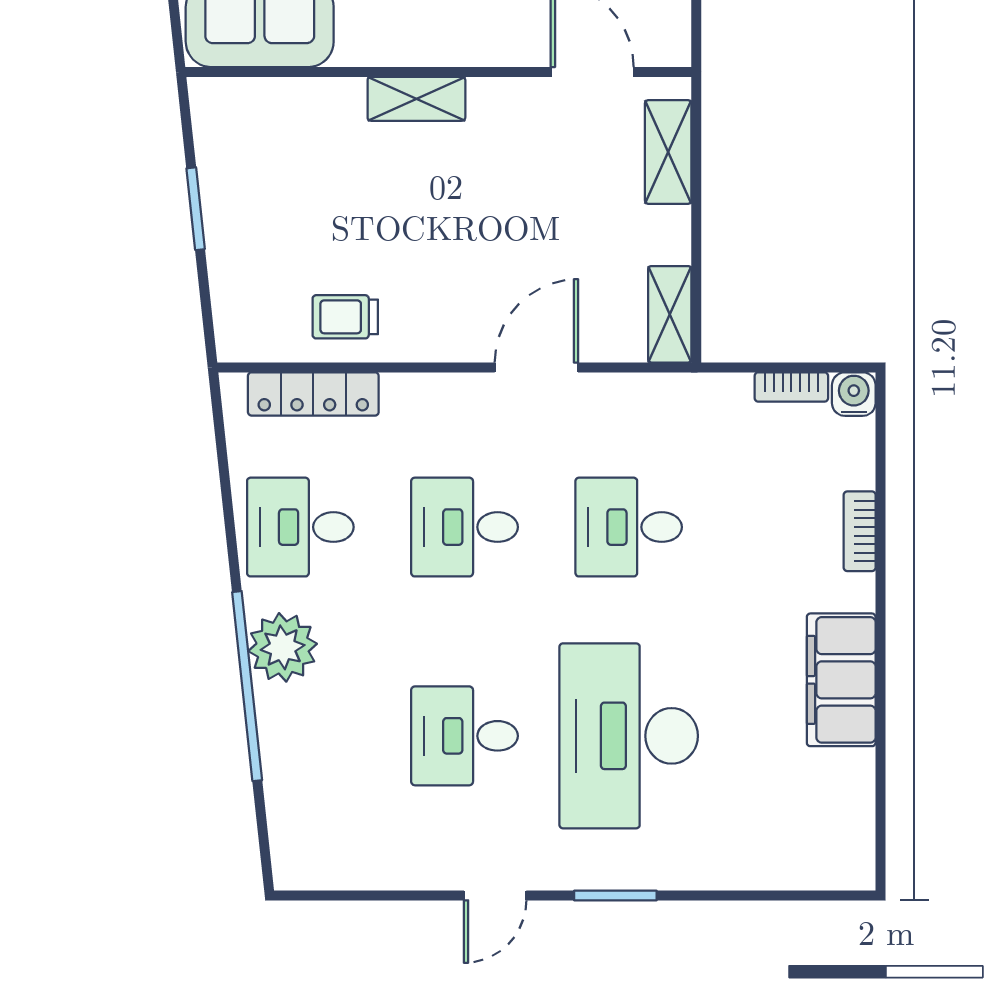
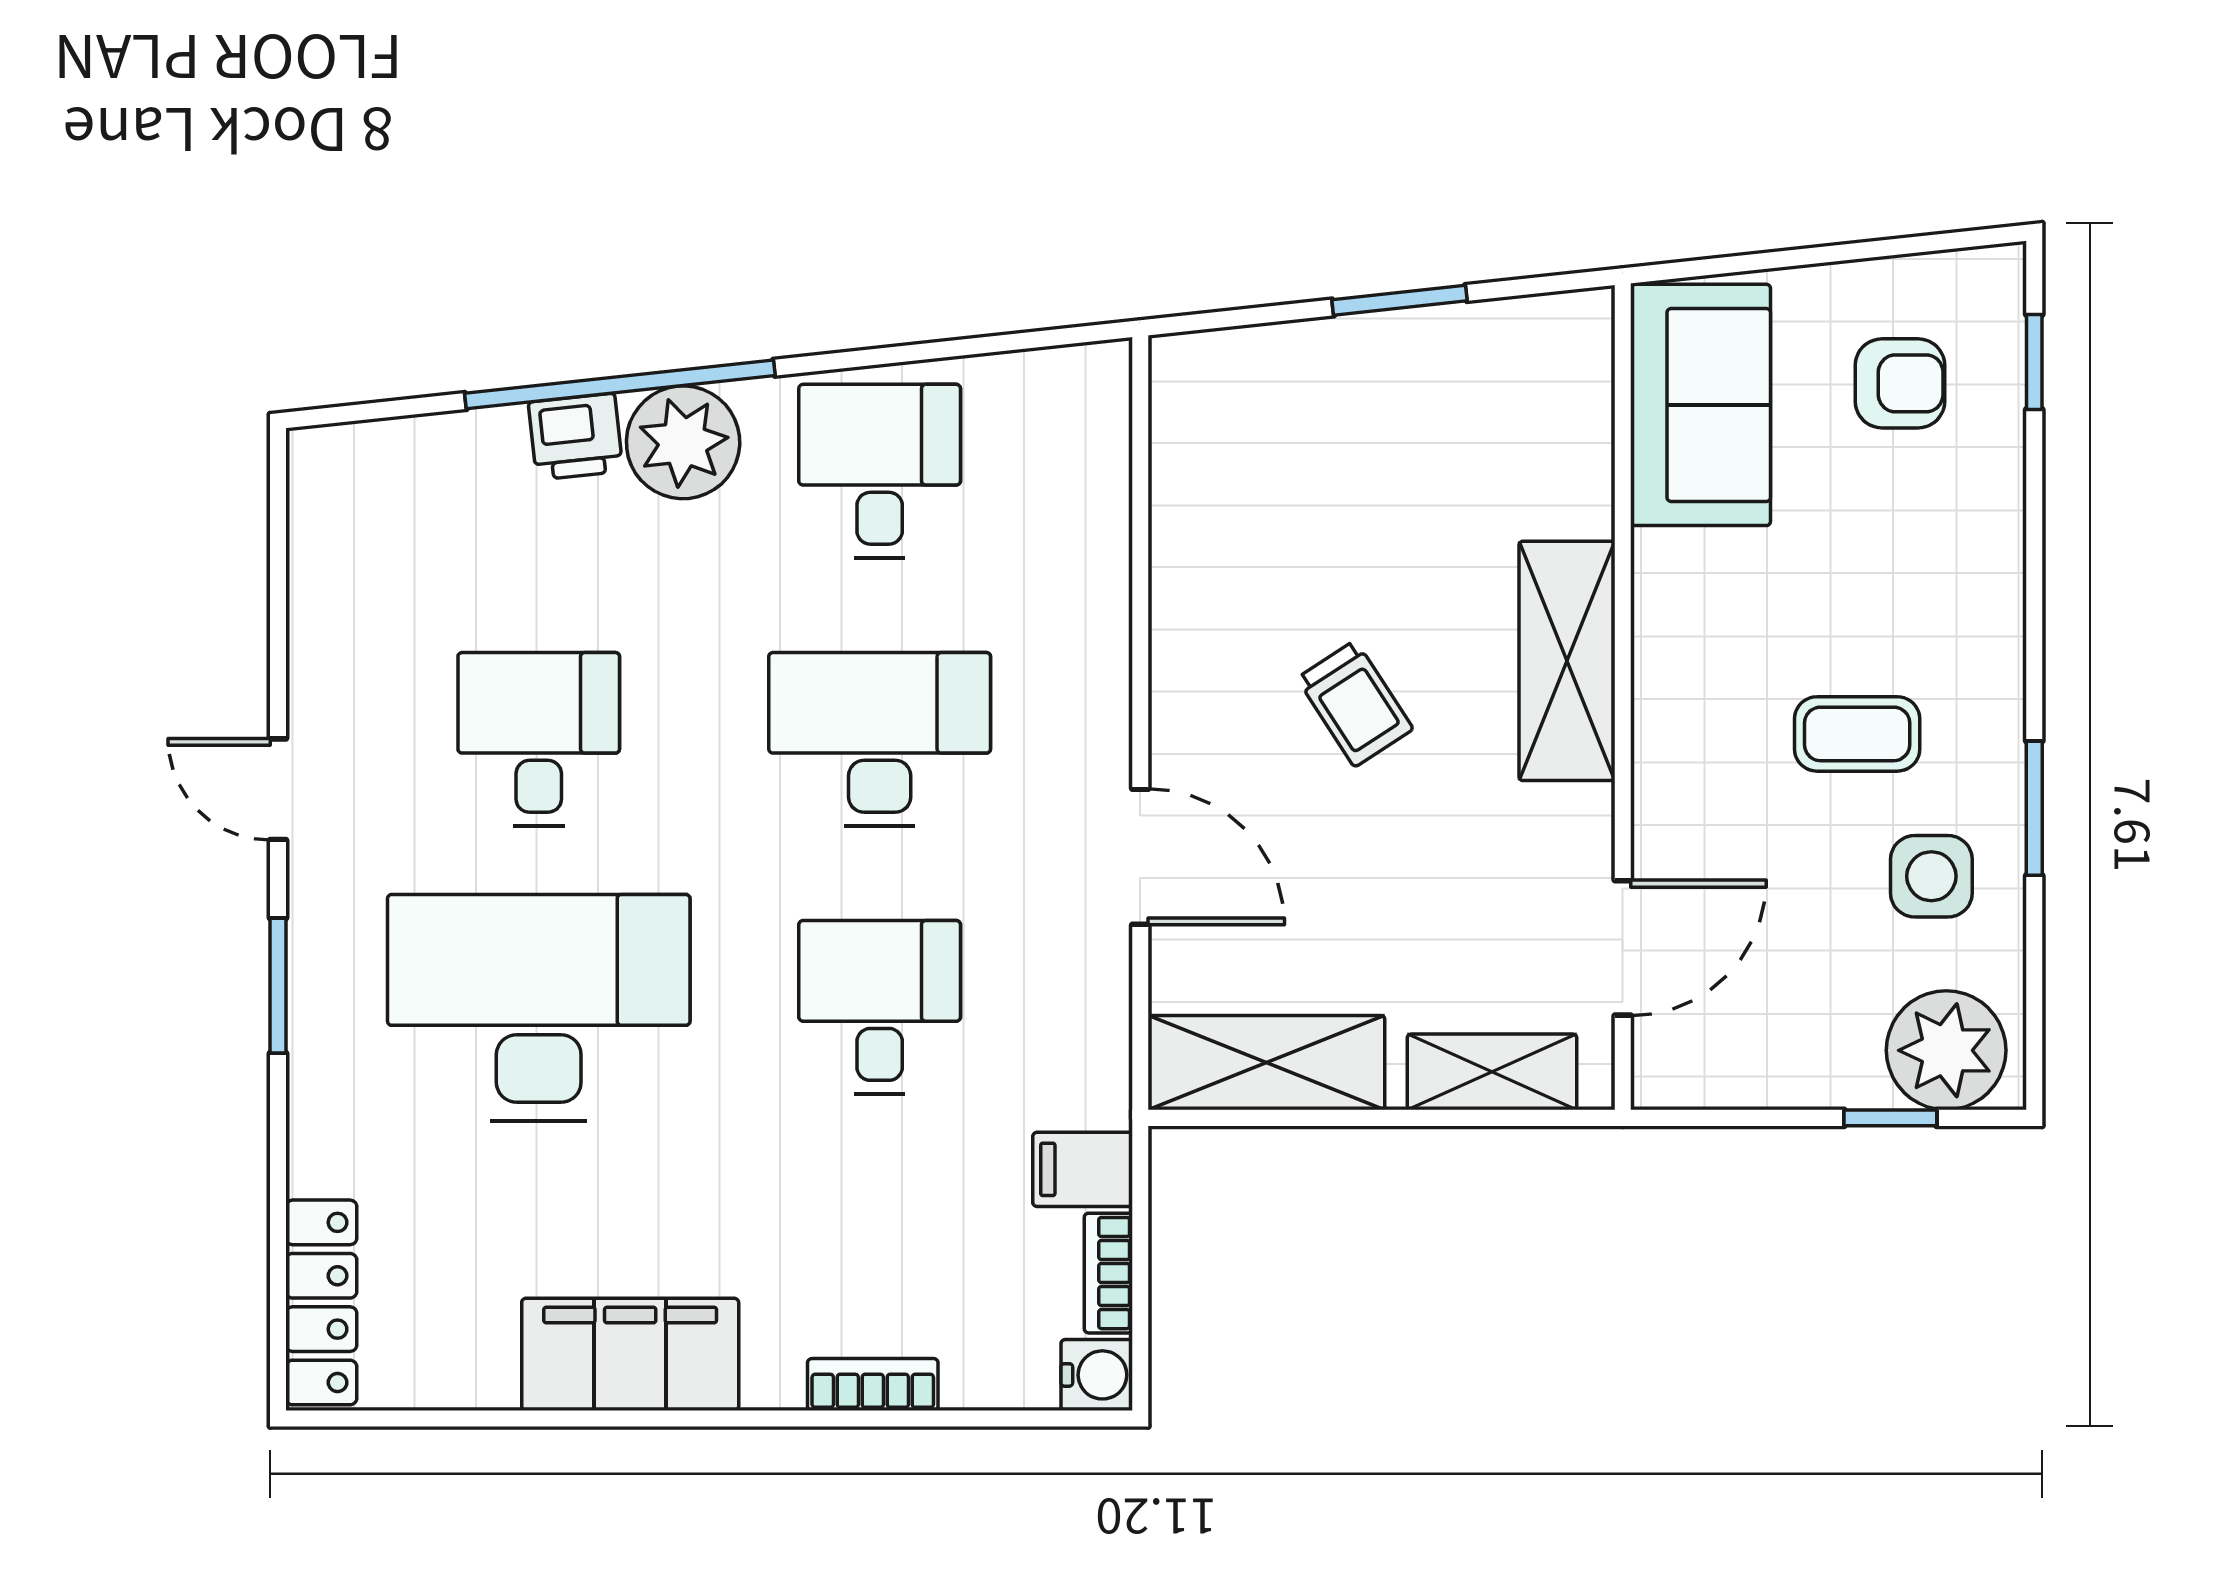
shelving: (416, 99) -> (1567, 661), width x1.50, depth x1.33
shelving: (670, 314) -> (1266, 1063), width x1.50, depth x1.33
trolley: (345, 317) -> (1355, 704), moved, turned 147
locker: (313, 394) -> (321, 1302), moved, turned 180
filing cabinet: (728, 403) -> (1083, 1169), added
desk: (464, 527) -> (880, 739), width x1.37
printer: (279, 713) -> (576, 437), added

